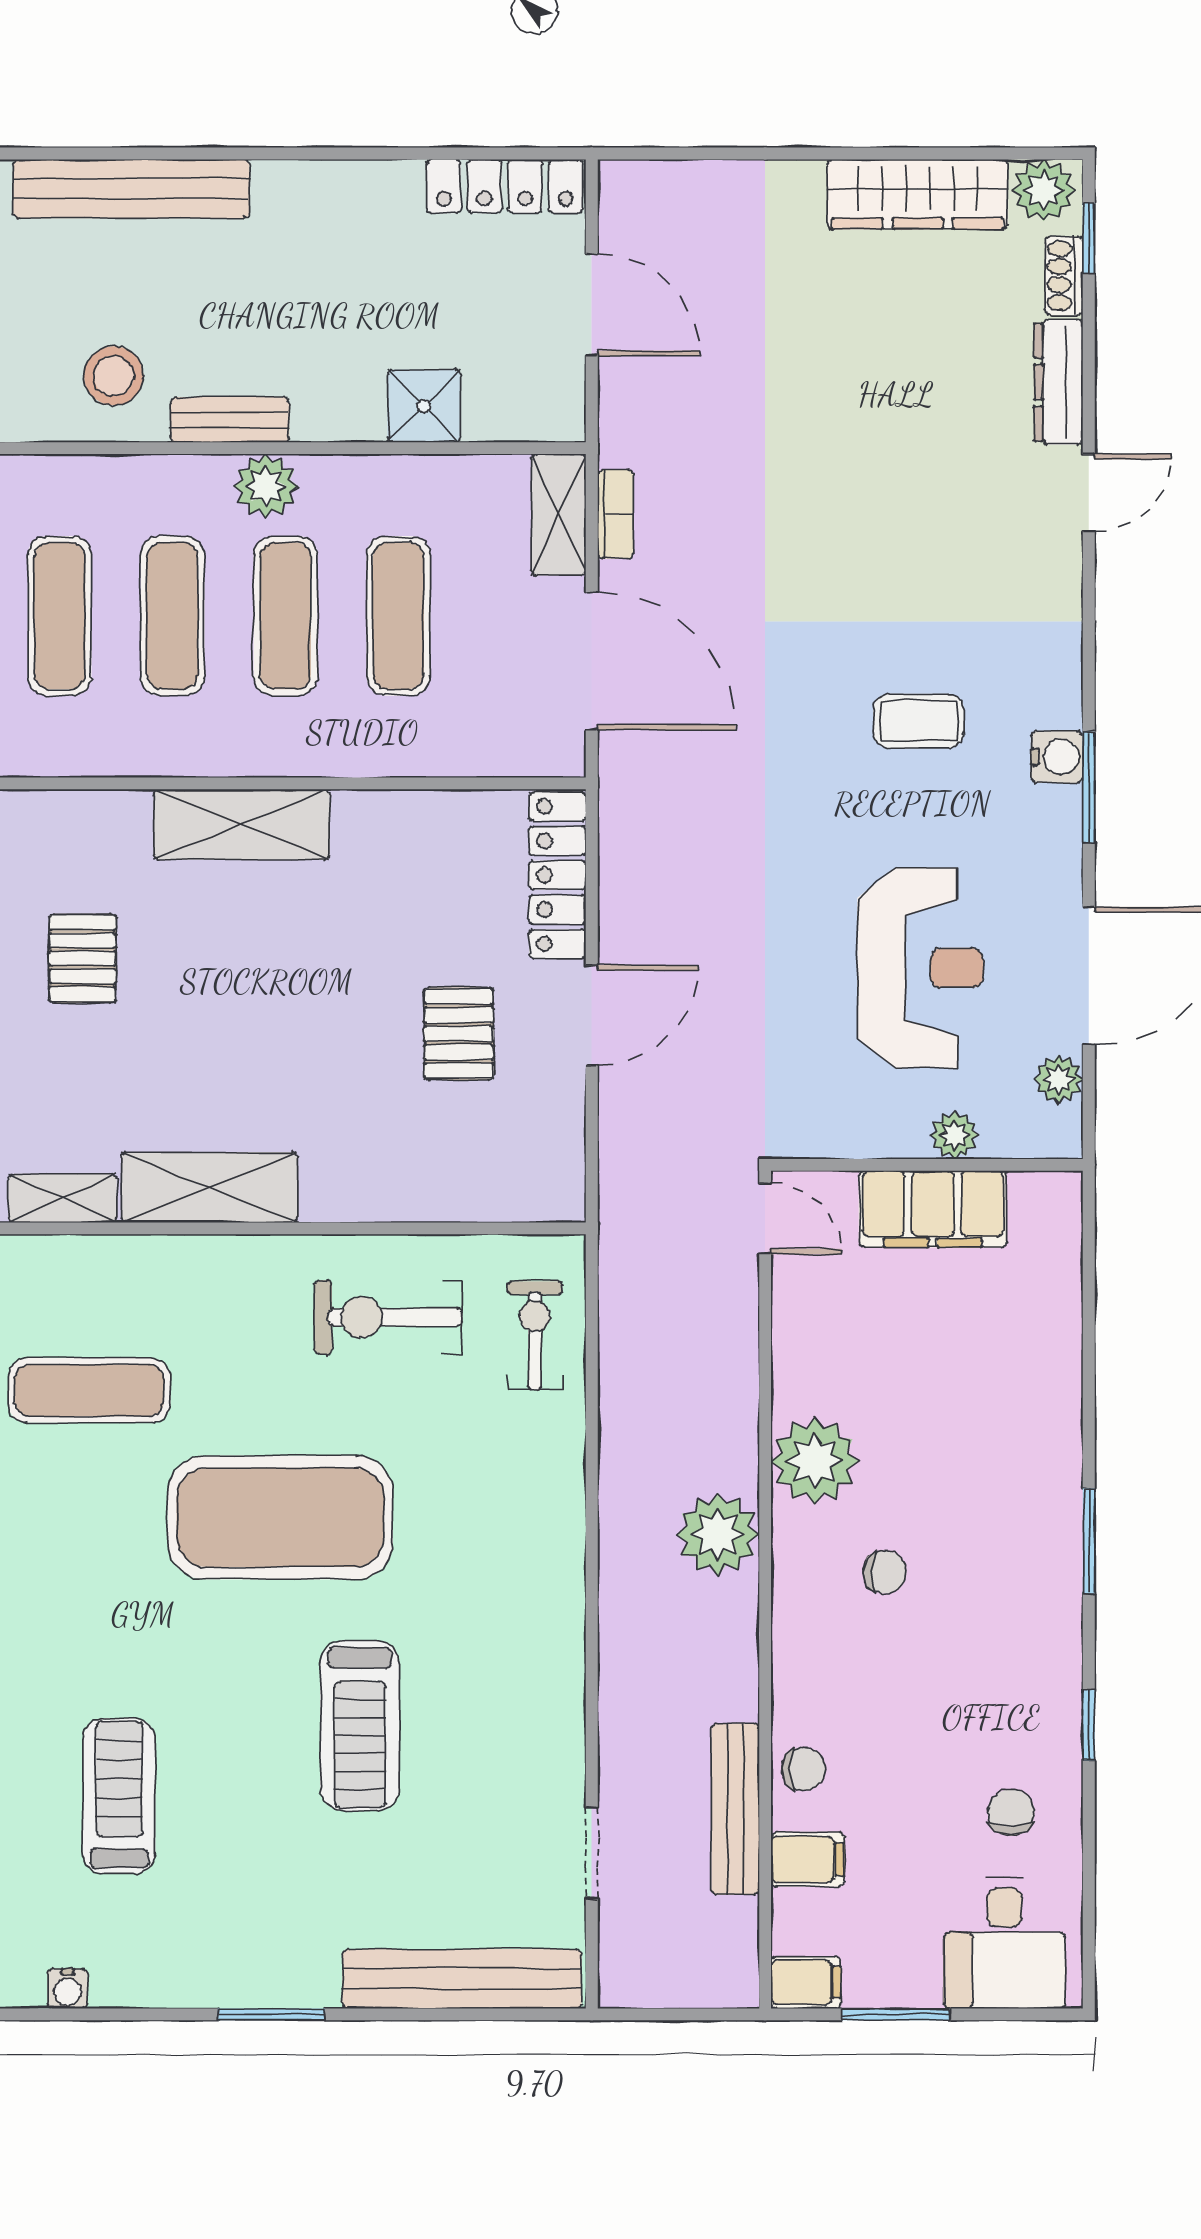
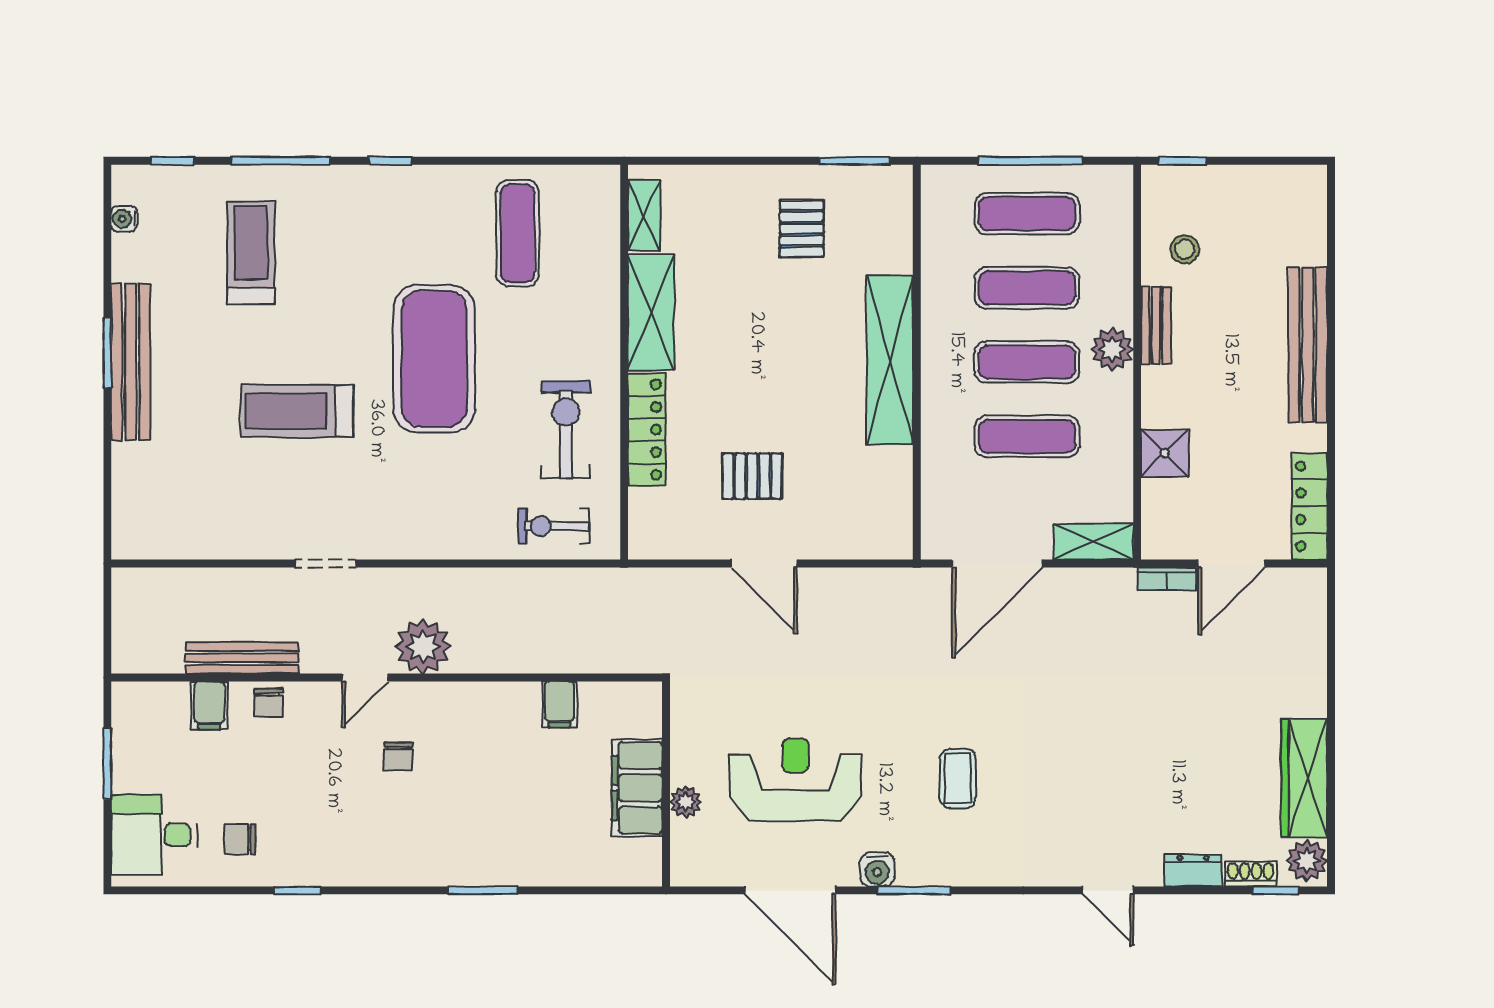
bench: (131, 189) -> (1308, 345), moved
stool: (114, 376) -> (1185, 249), width x0.73, depth x0.73
dresser: (1058, 382) -> (1193, 870), width x0.70
bookcase: (615, 514) -> (1167, 579), moved
water cooler: (1057, 757) -> (877, 869), moved
shelving: (242, 824) -> (890, 360), width x1.47
locker: (558, 875) -> (647, 430), moved, turned 90
pallet: (82, 958) -> (802, 229), turned 90
reception desk: (920, 968) -> (795, 780), turned 180
plant: (1059, 1079) -> (722, 871), removed
door: (765, 1219) -> (365, 678), moved
exercise bike: (535, 1336) -> (554, 526), turned 180
plant: (815, 1461) -> (471, 710), removed
window: (1089, 1541) -> (483, 890), moved
treadmill: (119, 1796) -> (251, 253), turned -90
chair: (1011, 1812) -> (240, 839), turned 180
doorway: (592, 1853) -> (326, 564), moved
bench: (462, 1979) -> (131, 362), moved
filing cabinet: (806, 1982) -> (559, 704), moved

